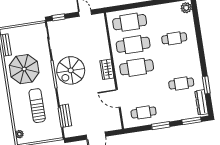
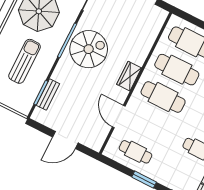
spiral stairs: (71, 70) -> (89, 49), turned 180

